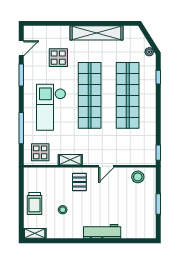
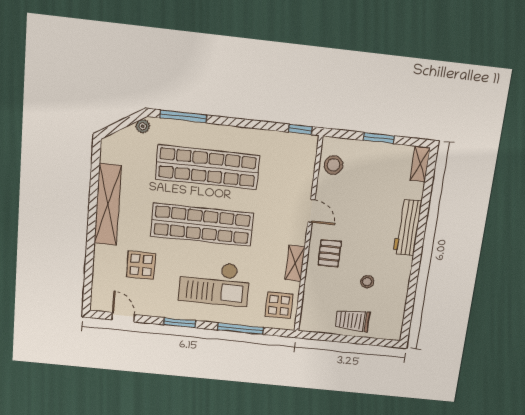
window: (21, 75) -> (180, 323), moved
window: (158, 77) -> (183, 116), width x2.17
pallet: (79, 182) -> (330, 253), turned 90
trolley: (35, 203) -> (352, 321), turned 180
shelving: (35, 233) -> (420, 164), moved

